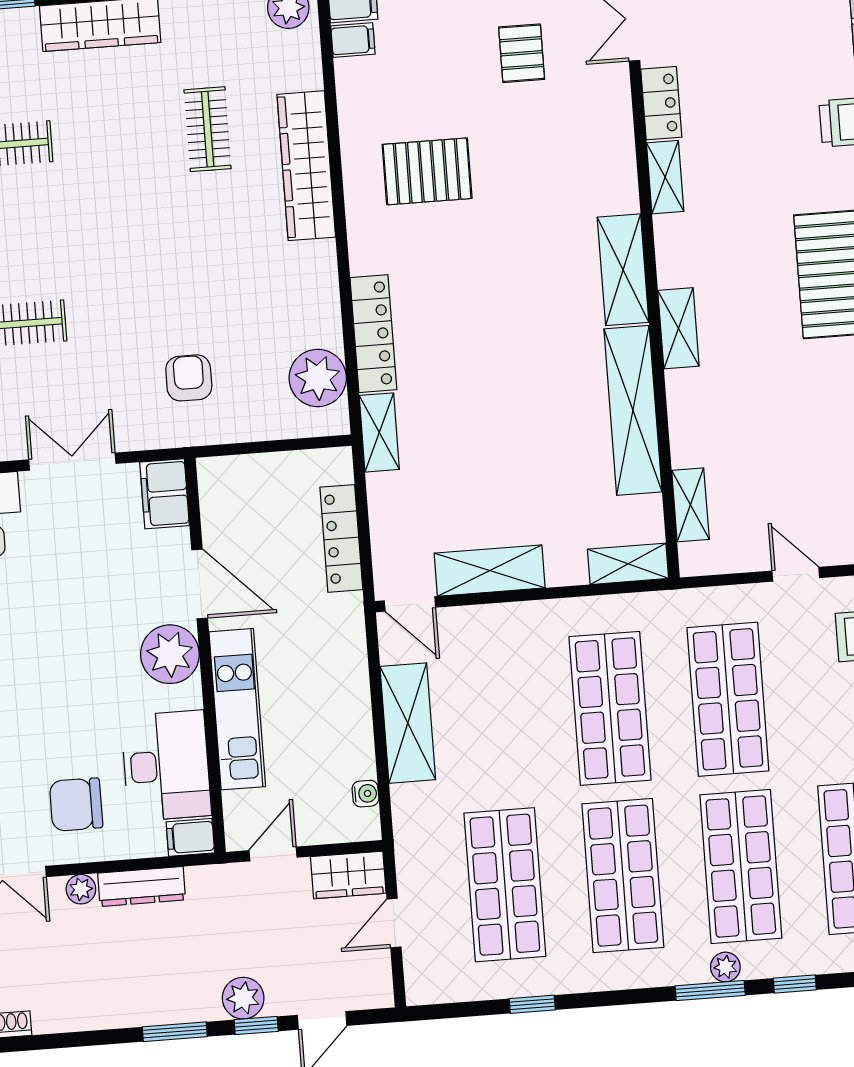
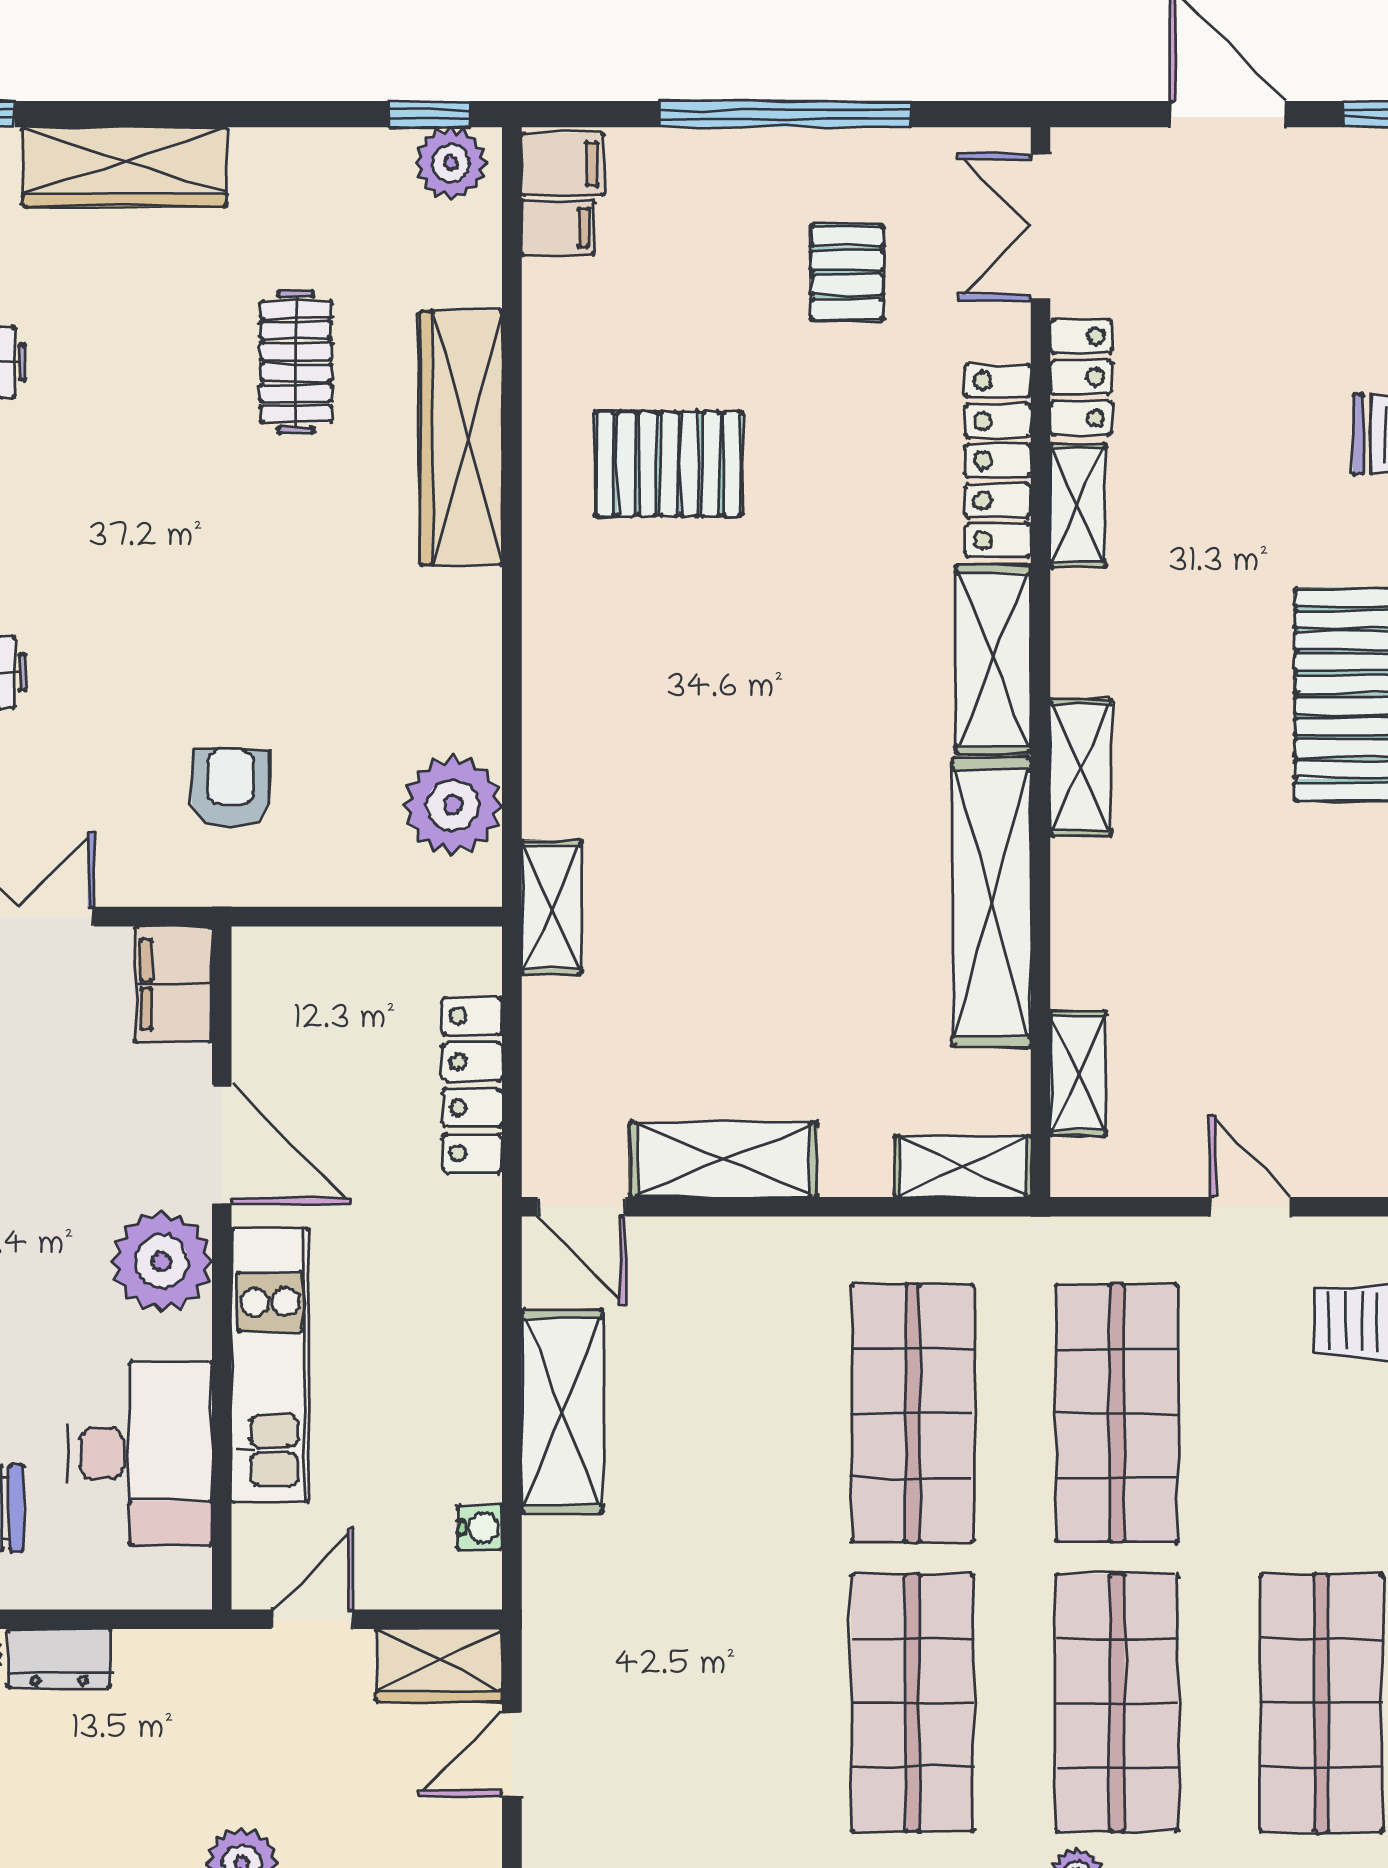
locker: (373, 334) -> (998, 460), moved, turned 180
filing cabinet: (190, 837) -> (172, 1580), removed
shop shelf: (505, 885) -> (708, 1703), removed
dresser: (142, 887) -> (59, 1658), width x0.70

